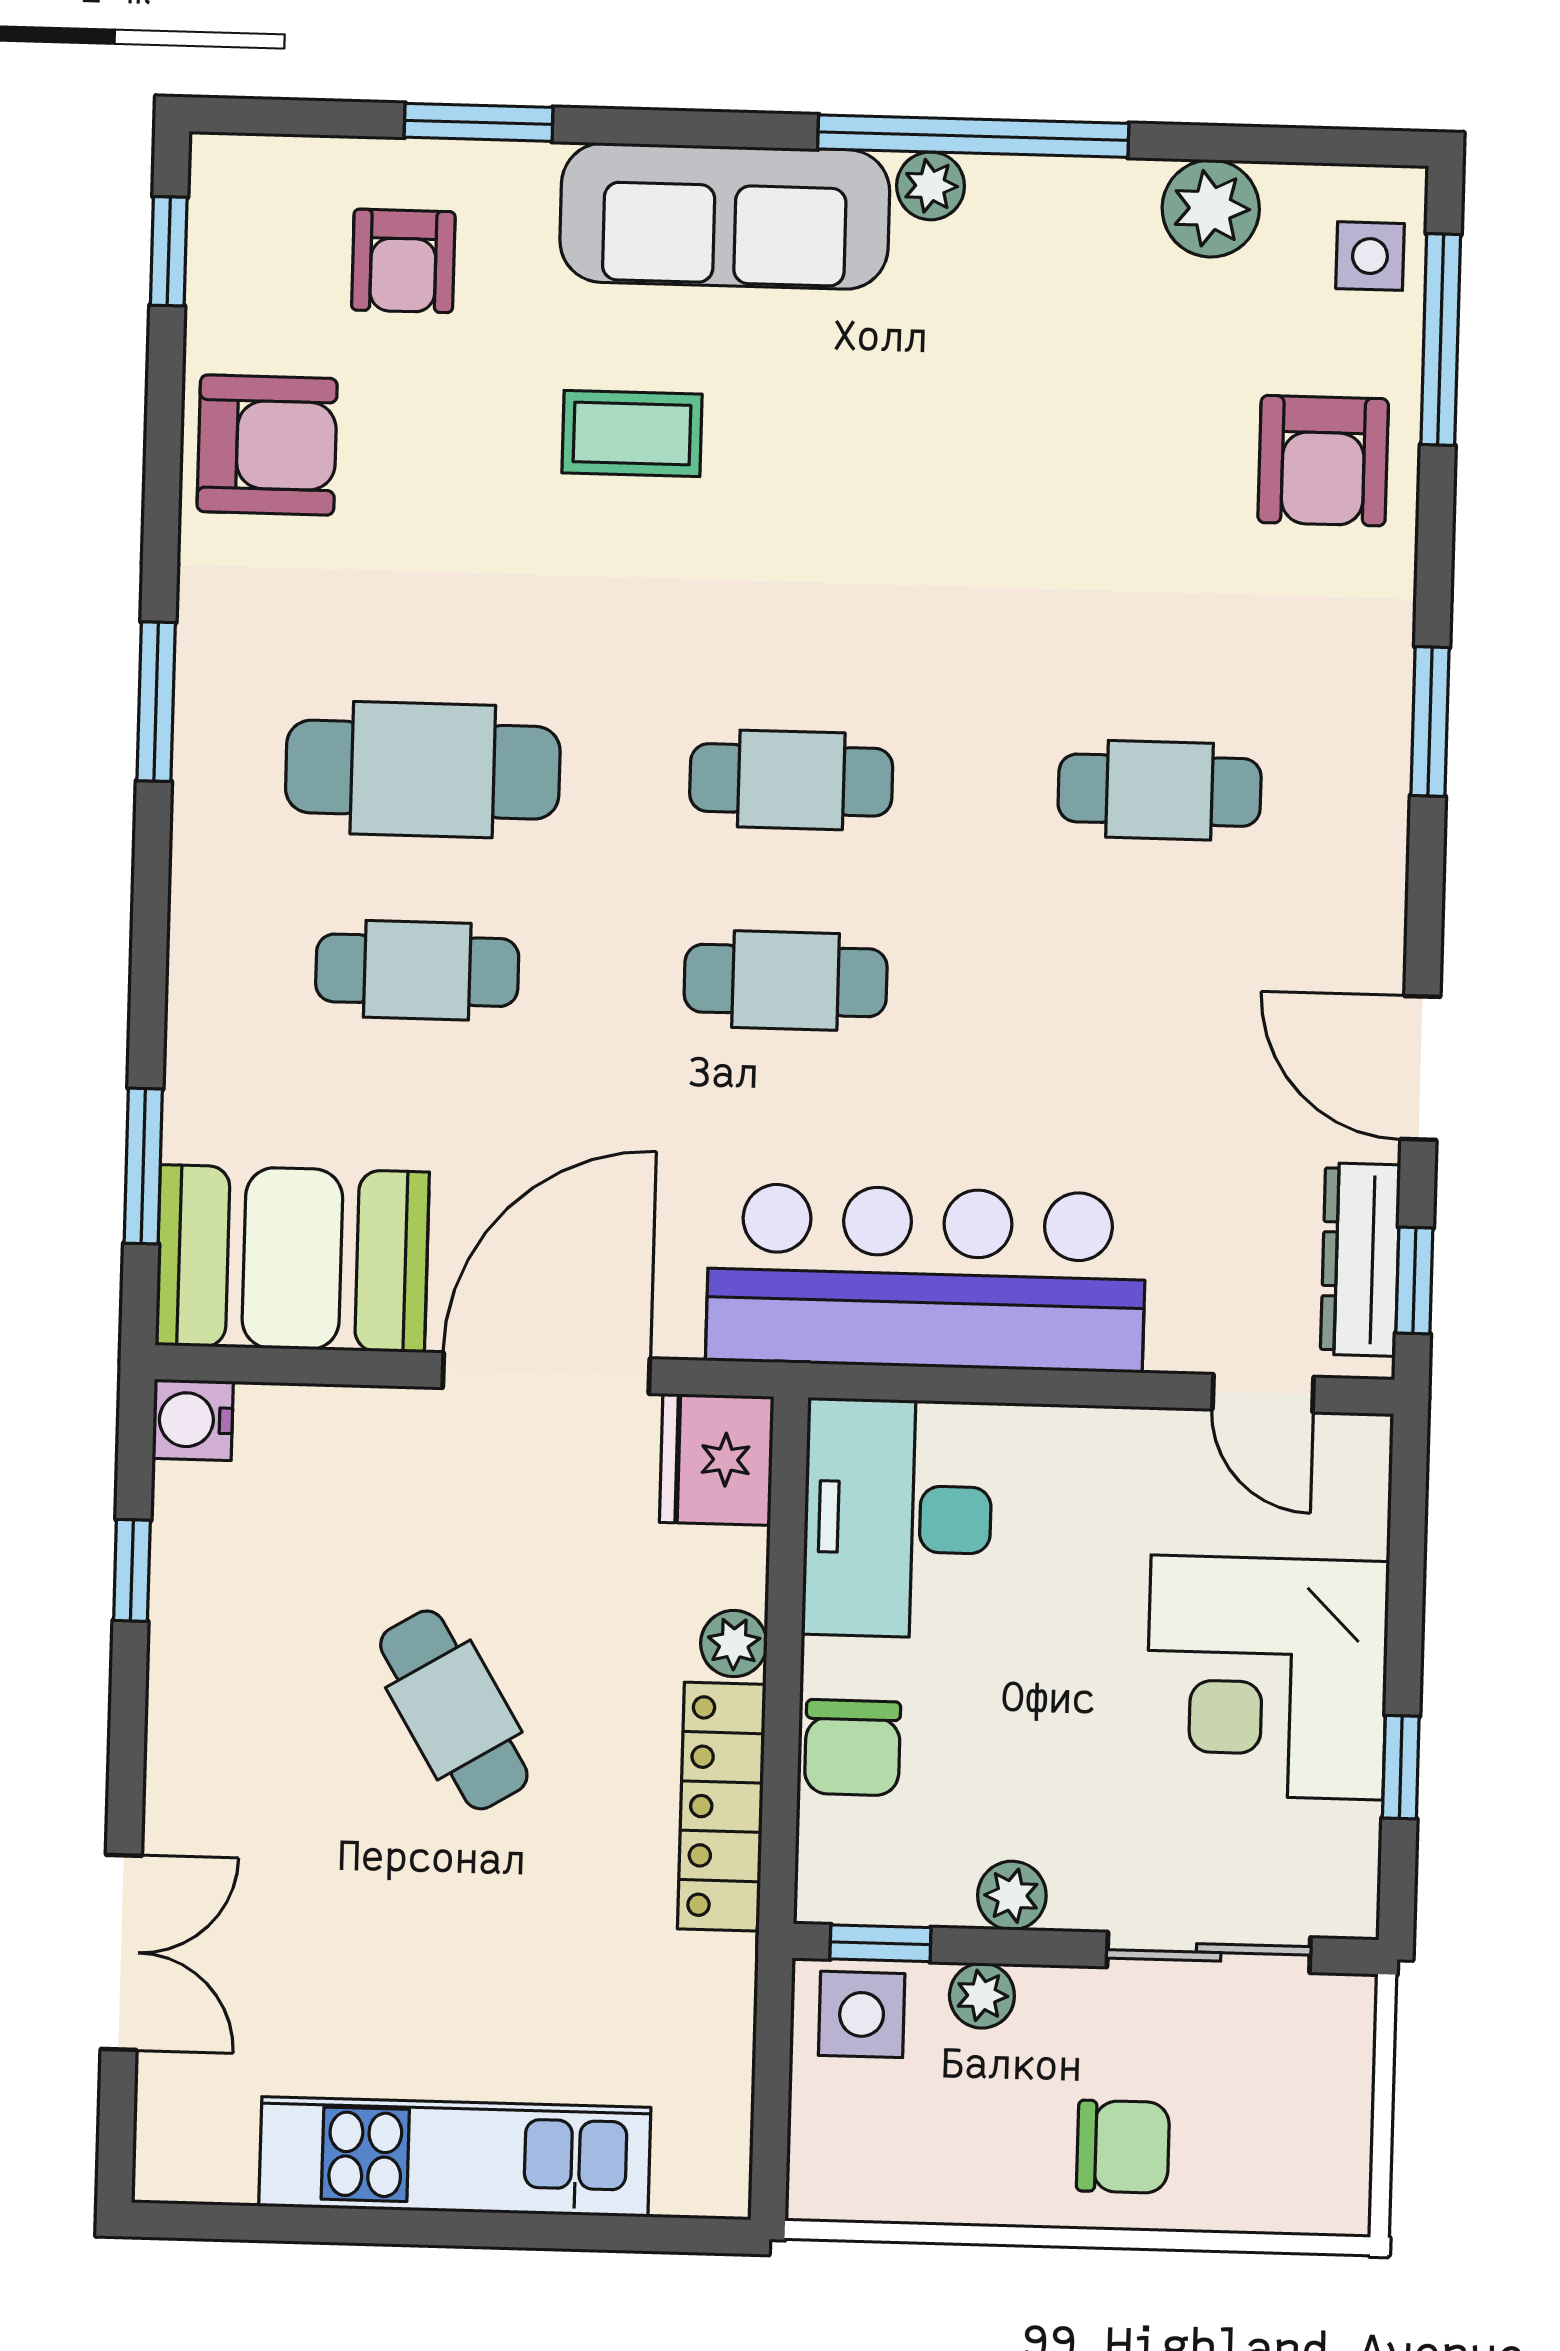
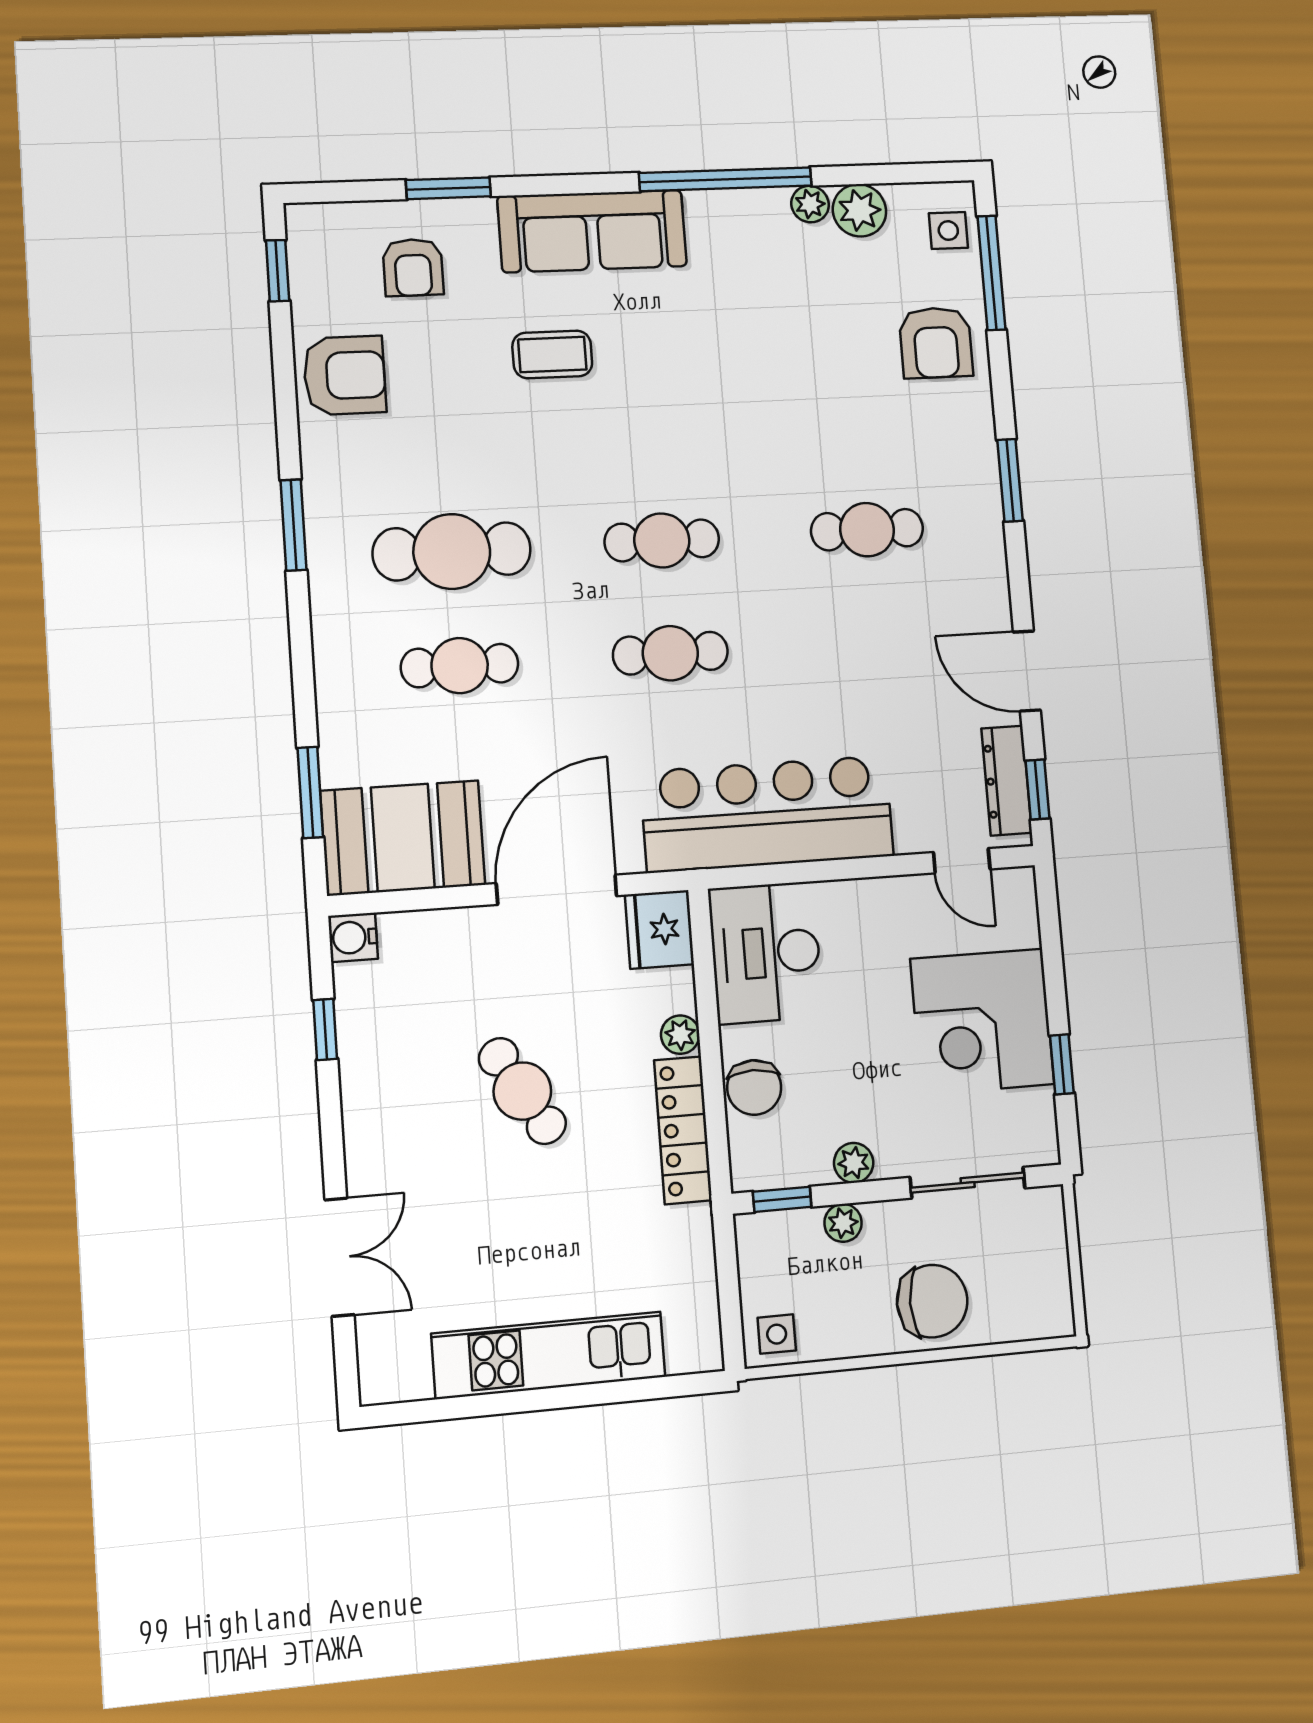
plant: (931, 186) -> (810, 204), moved
side table: (862, 2014) -> (777, 1334), moved, width x0.73, depth x0.73
chair: (1123, 2147) -> (932, 1301), width x1.37, depth x1.37

